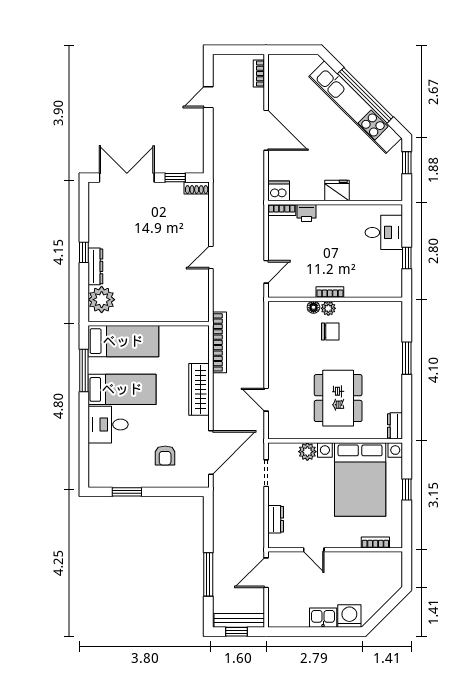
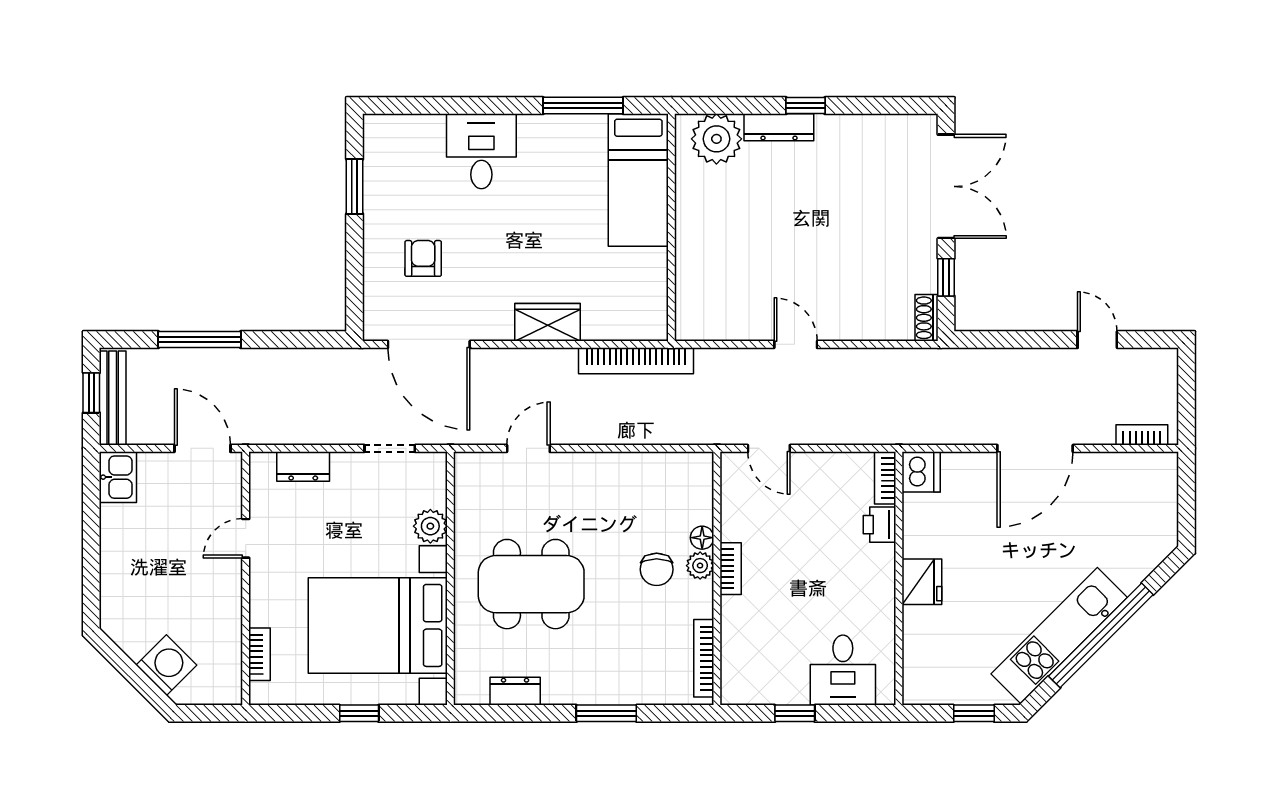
kitchen unit: (355, 107) -> (1059, 636), width x0.73
bookcase: (378, 306) -> (704, 658), added
bed: (122, 389) -> (547, 177), removed
wardrobe: (199, 389) -> (547, 322), width x0.67
dresser: (395, 426) -> (515, 691), moved
armchair: (165, 455) -> (423, 258), turned 90
washing machine: (349, 616) -> (166, 665), moved, turned -45
kitchen sink: (323, 618) -> (118, 477), moved

